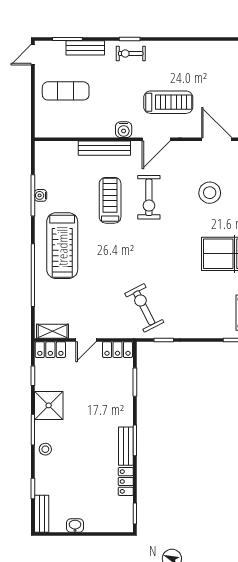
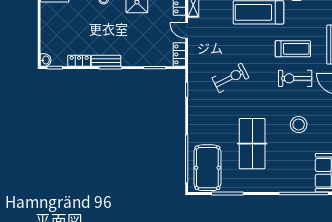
exercise bike: (144, 308) -> (230, 78), moved
washbasin: (75, 526) -> (46, 60), moved

